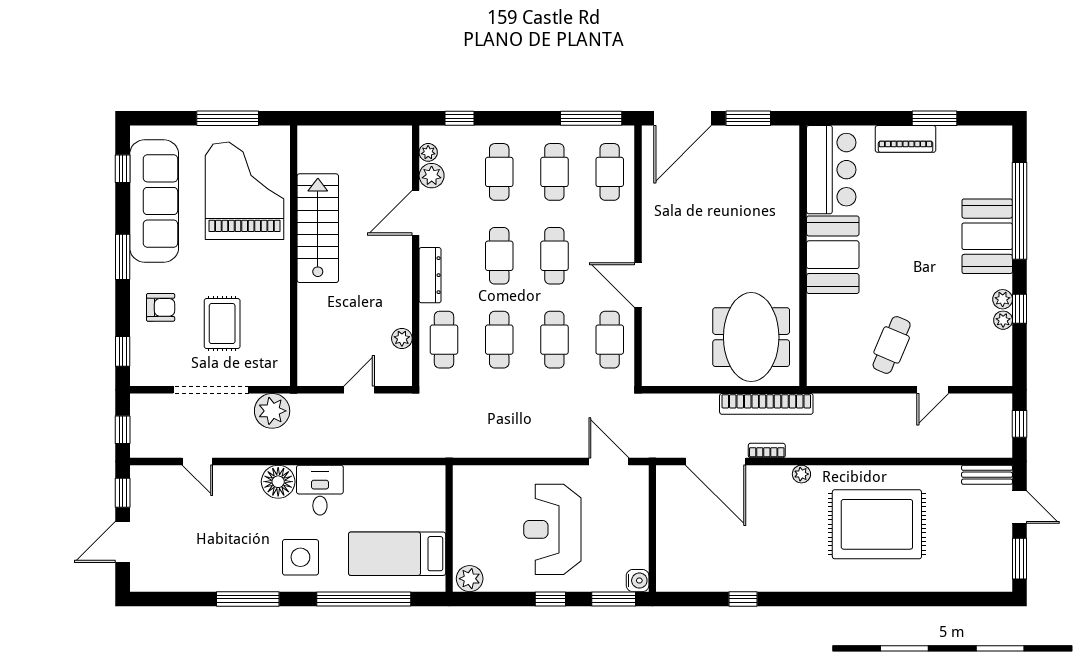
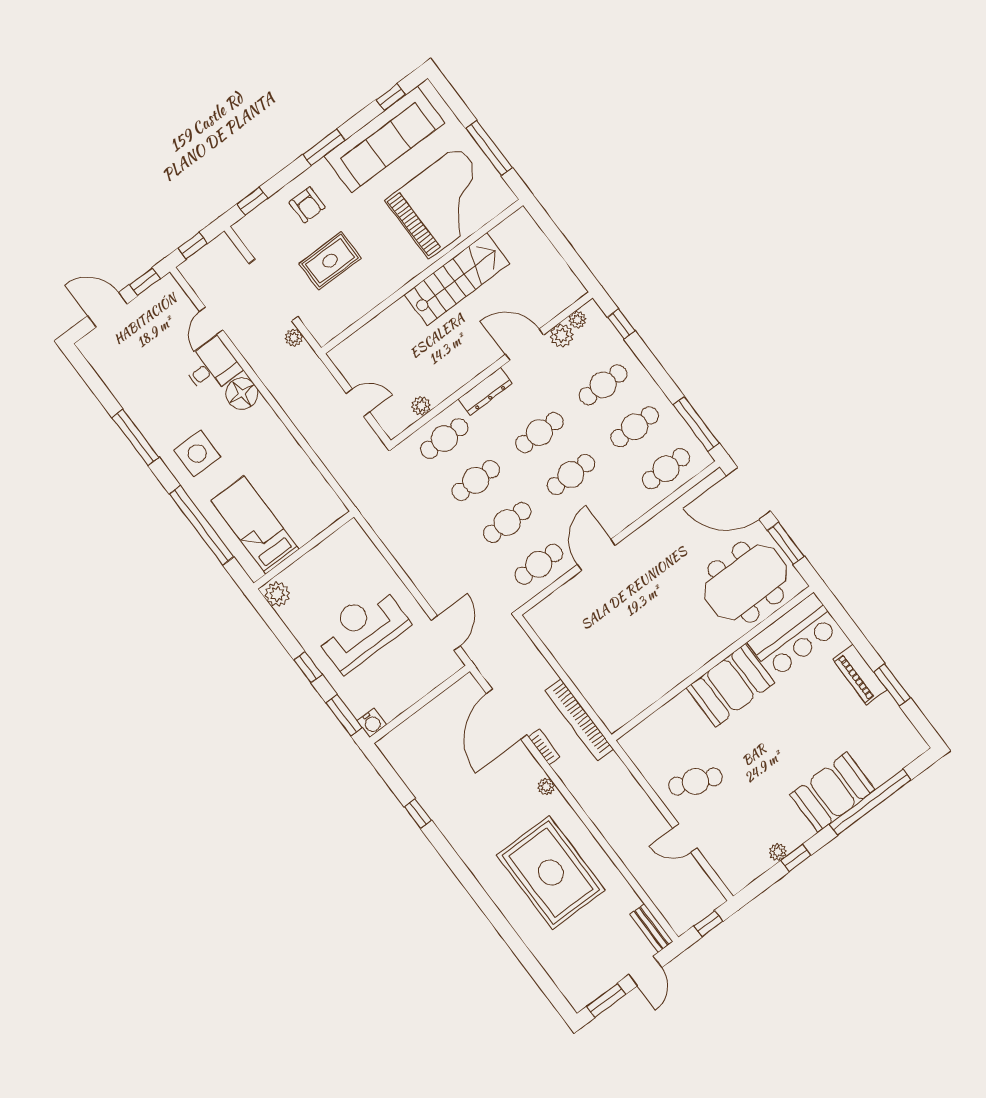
plant: (1003, 299) -> (793, 840), removed
meeting table: (751, 337) -> (746, 582), moved
plant: (272, 411) -> (294, 338), width x0.53, depth x0.53
desk: (320, 490) -> (212, 367), moved

